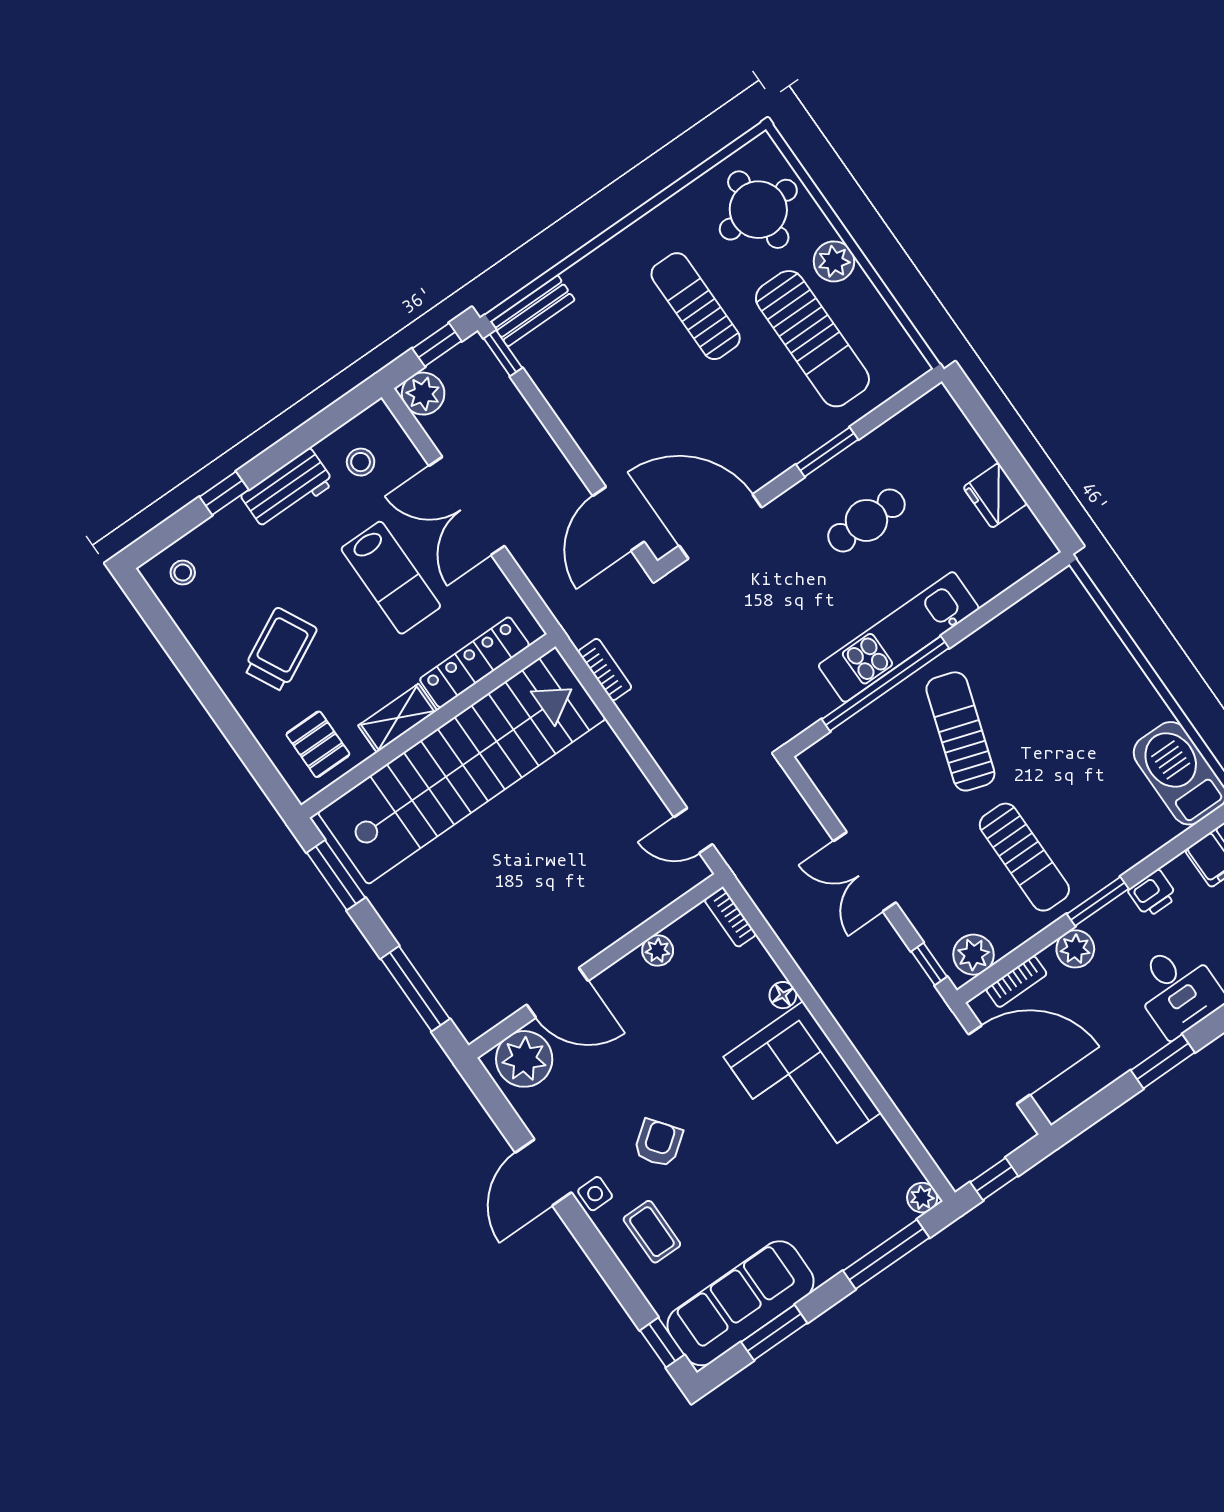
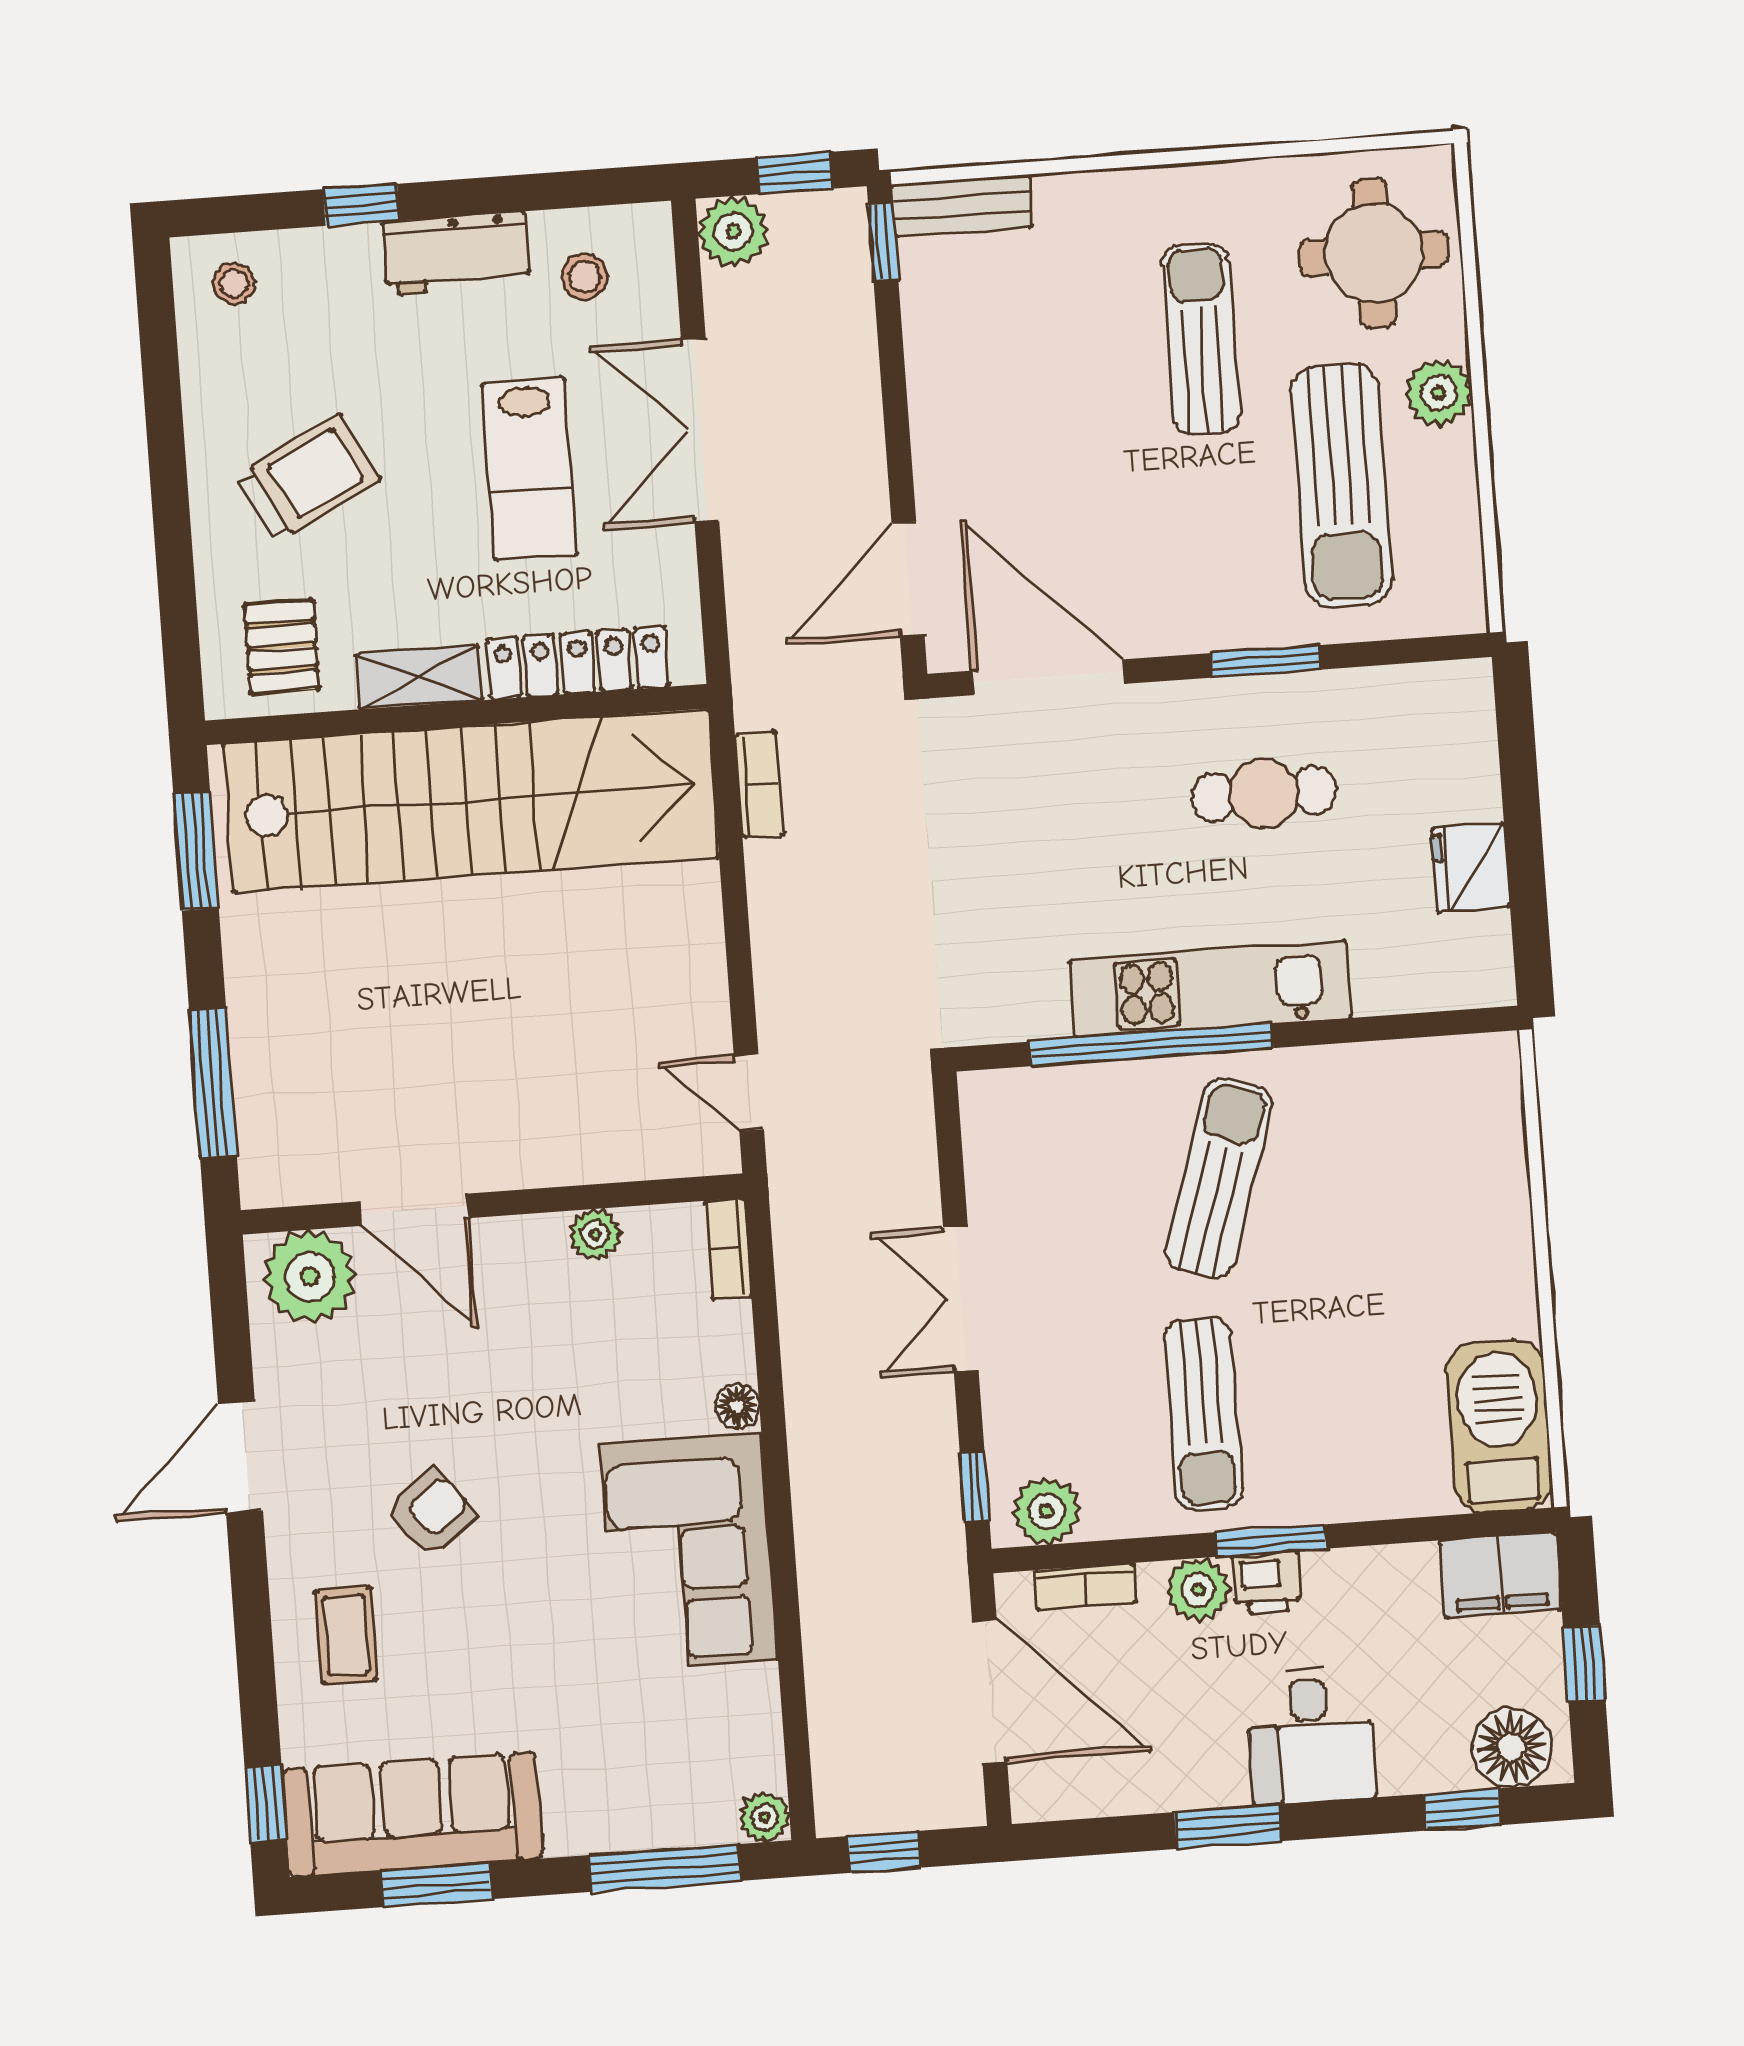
printer: (1153, 894) -> (1267, 1583), moved
side table: (595, 1194) -> (297, 1531), removed

